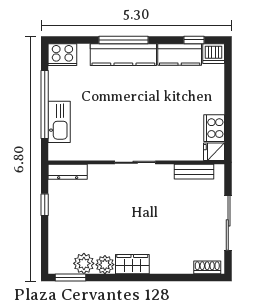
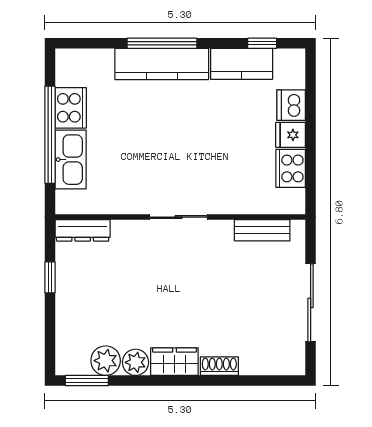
dishwasher: (214, 54) -> (291, 105), moved, turned 90
cooker: (62, 55) -> (71, 108), moved, turned -90
fridge: (214, 152) -> (291, 135), moved
shoe rack: (207, 267) -> (219, 366), moved

